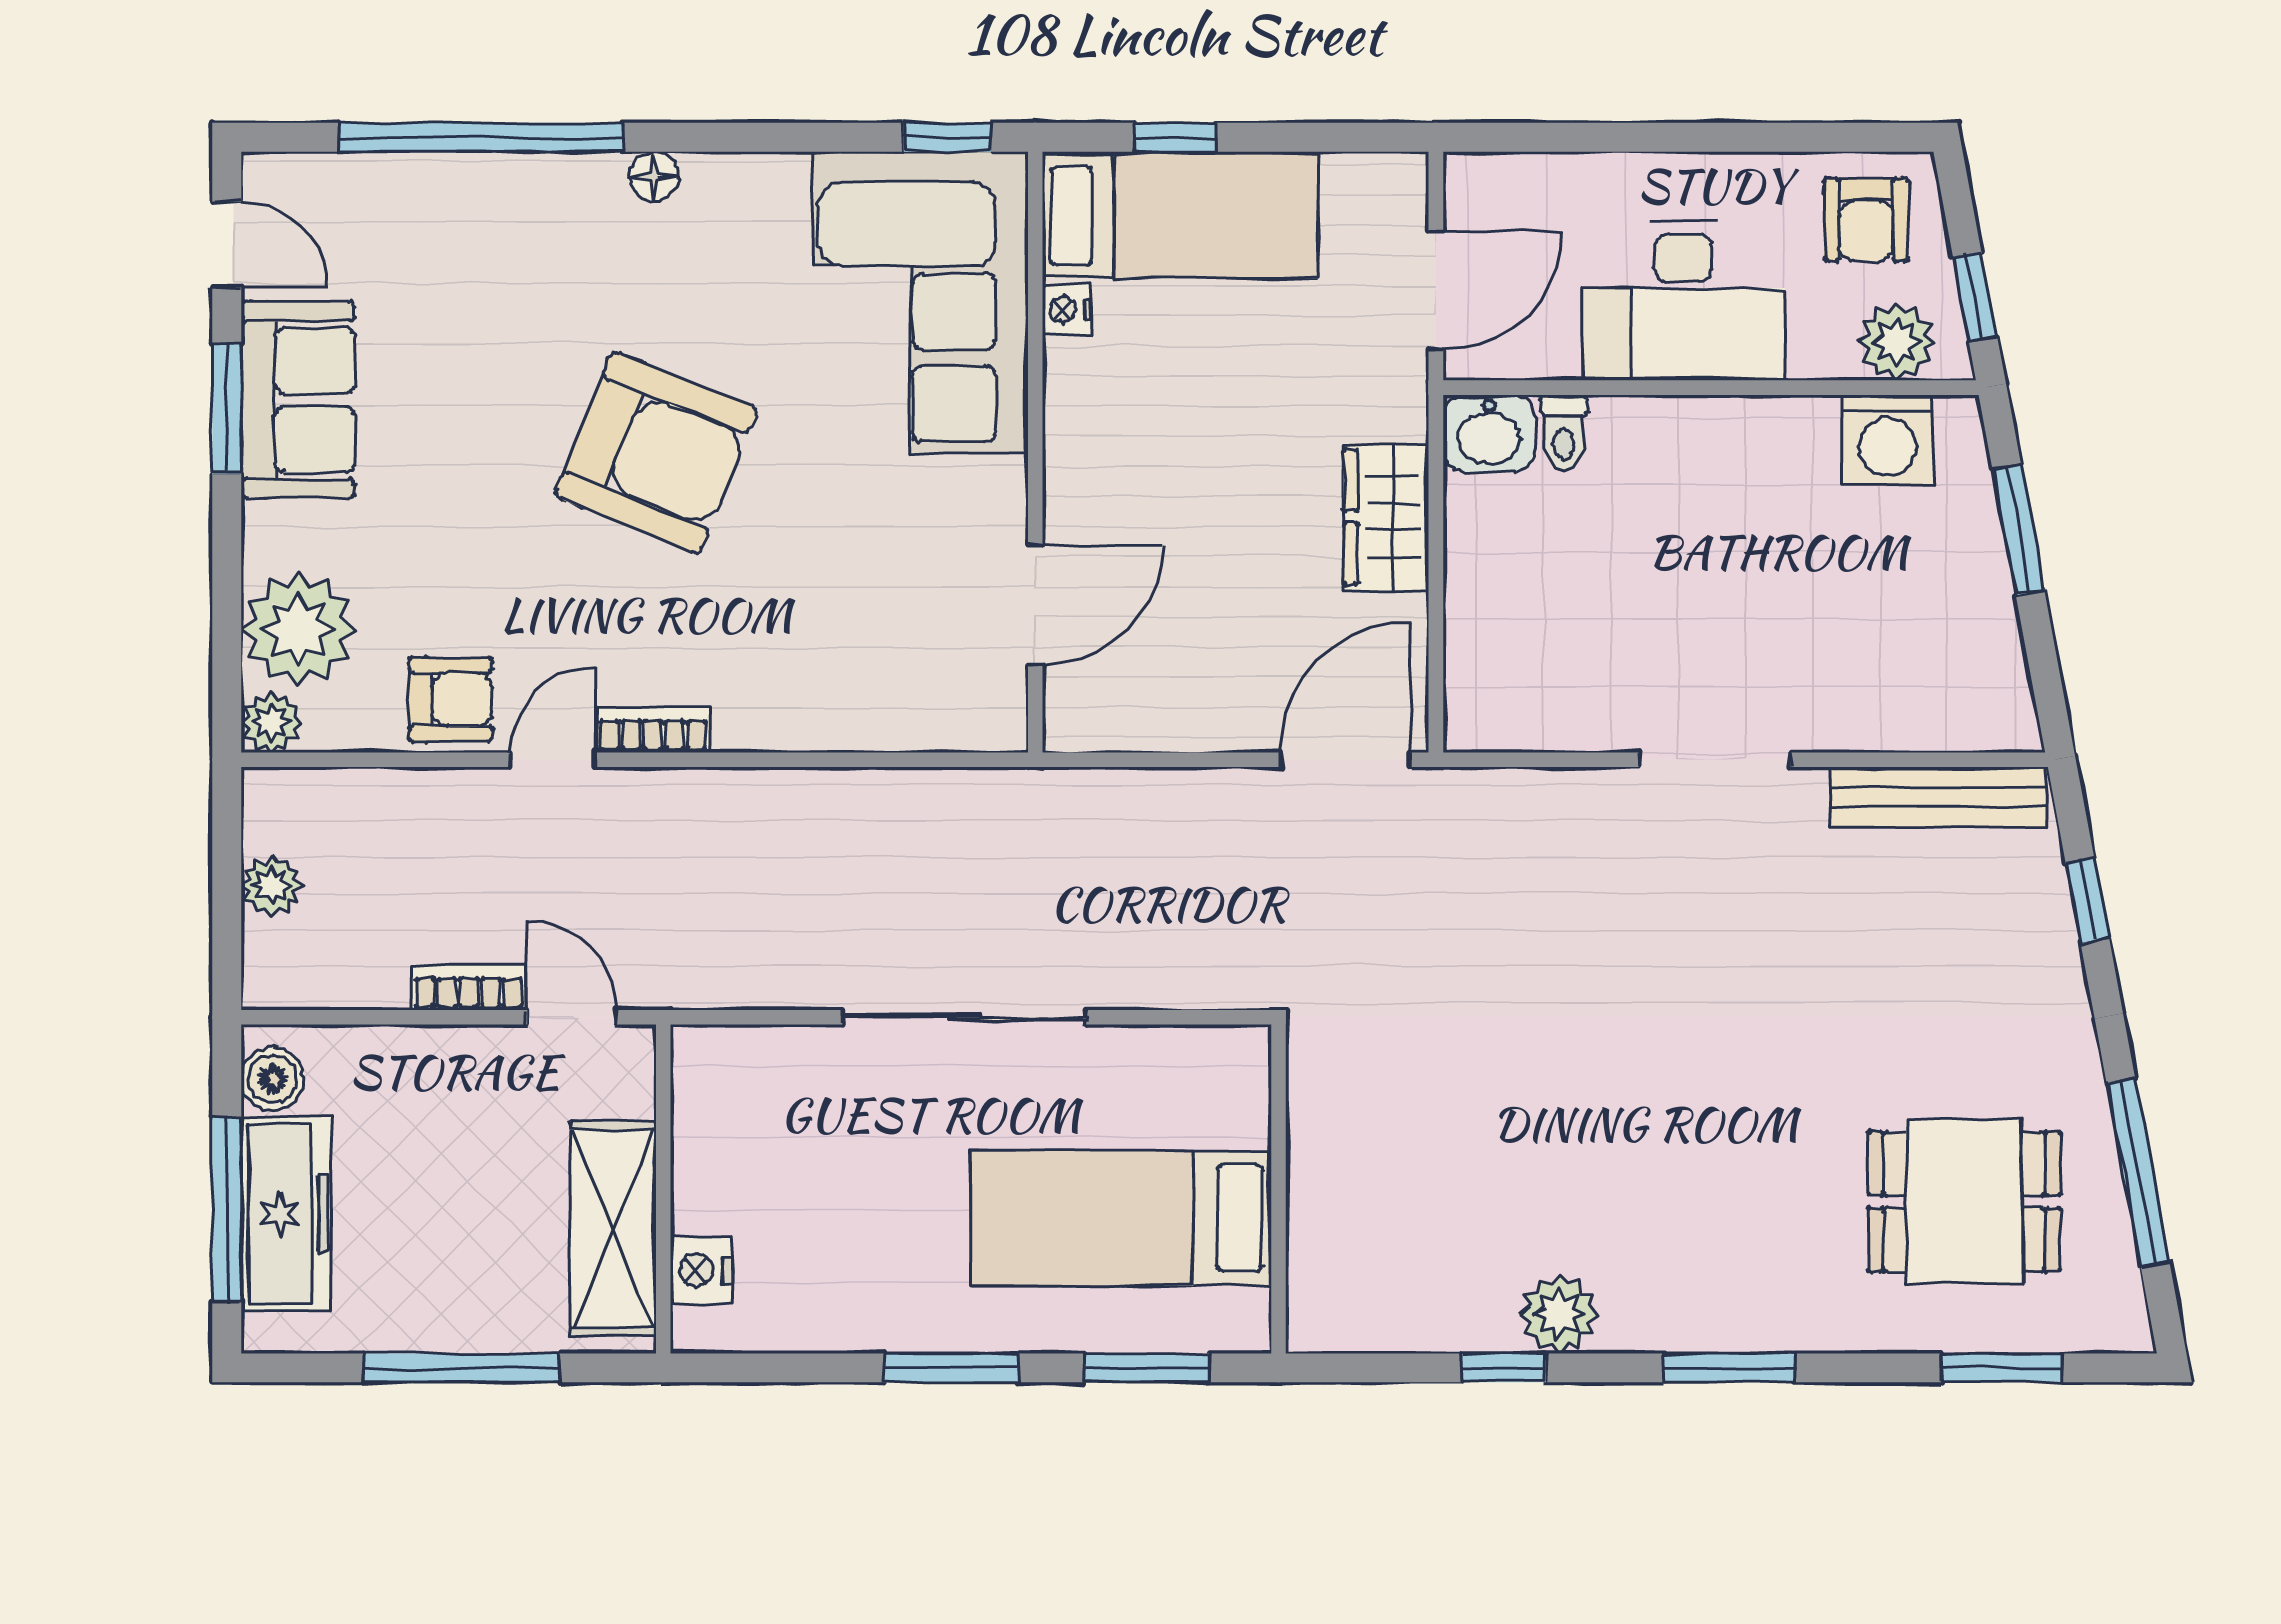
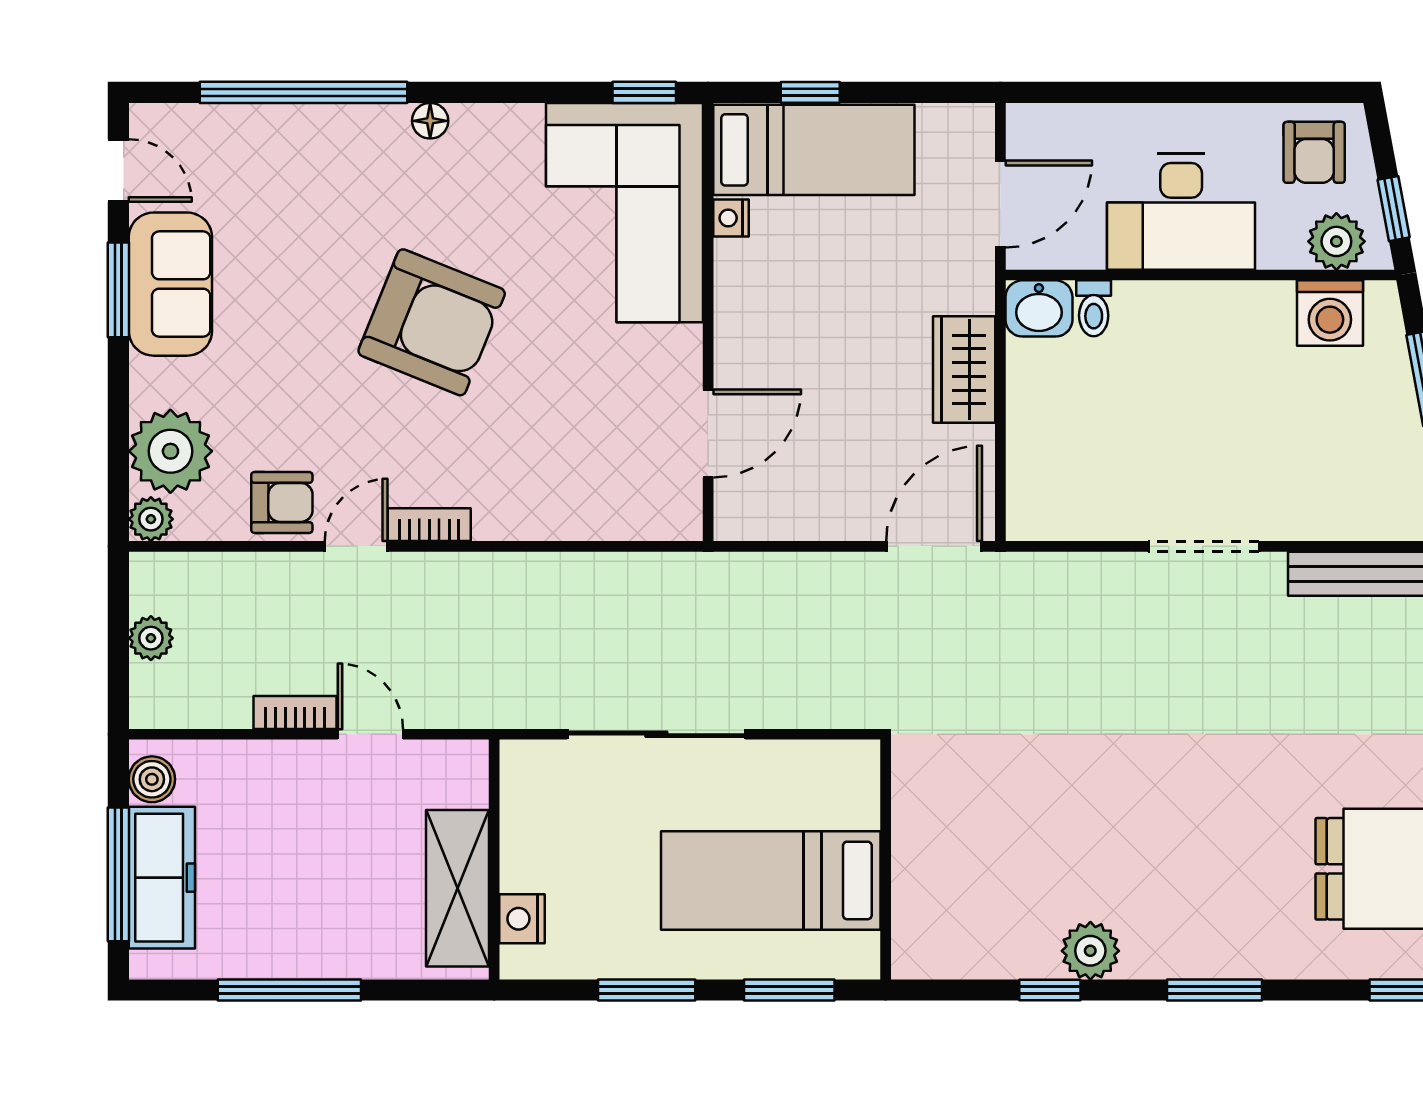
wall: (663, 1189) -> (494, 860), moved
shelving: (613, 1229) -> (458, 888), moved
nightstand: (701, 1270) -> (522, 919), moved

